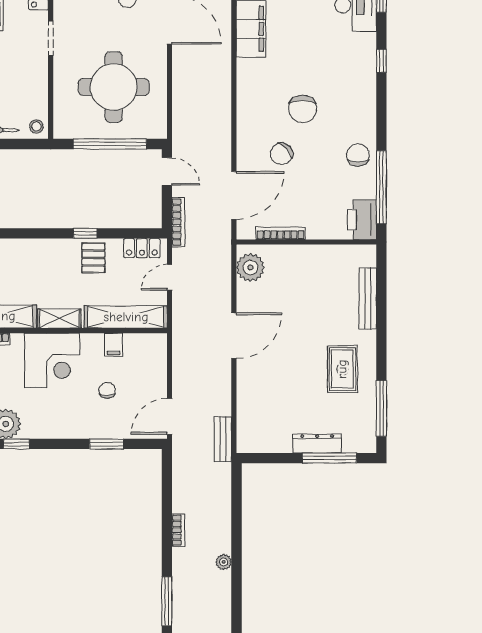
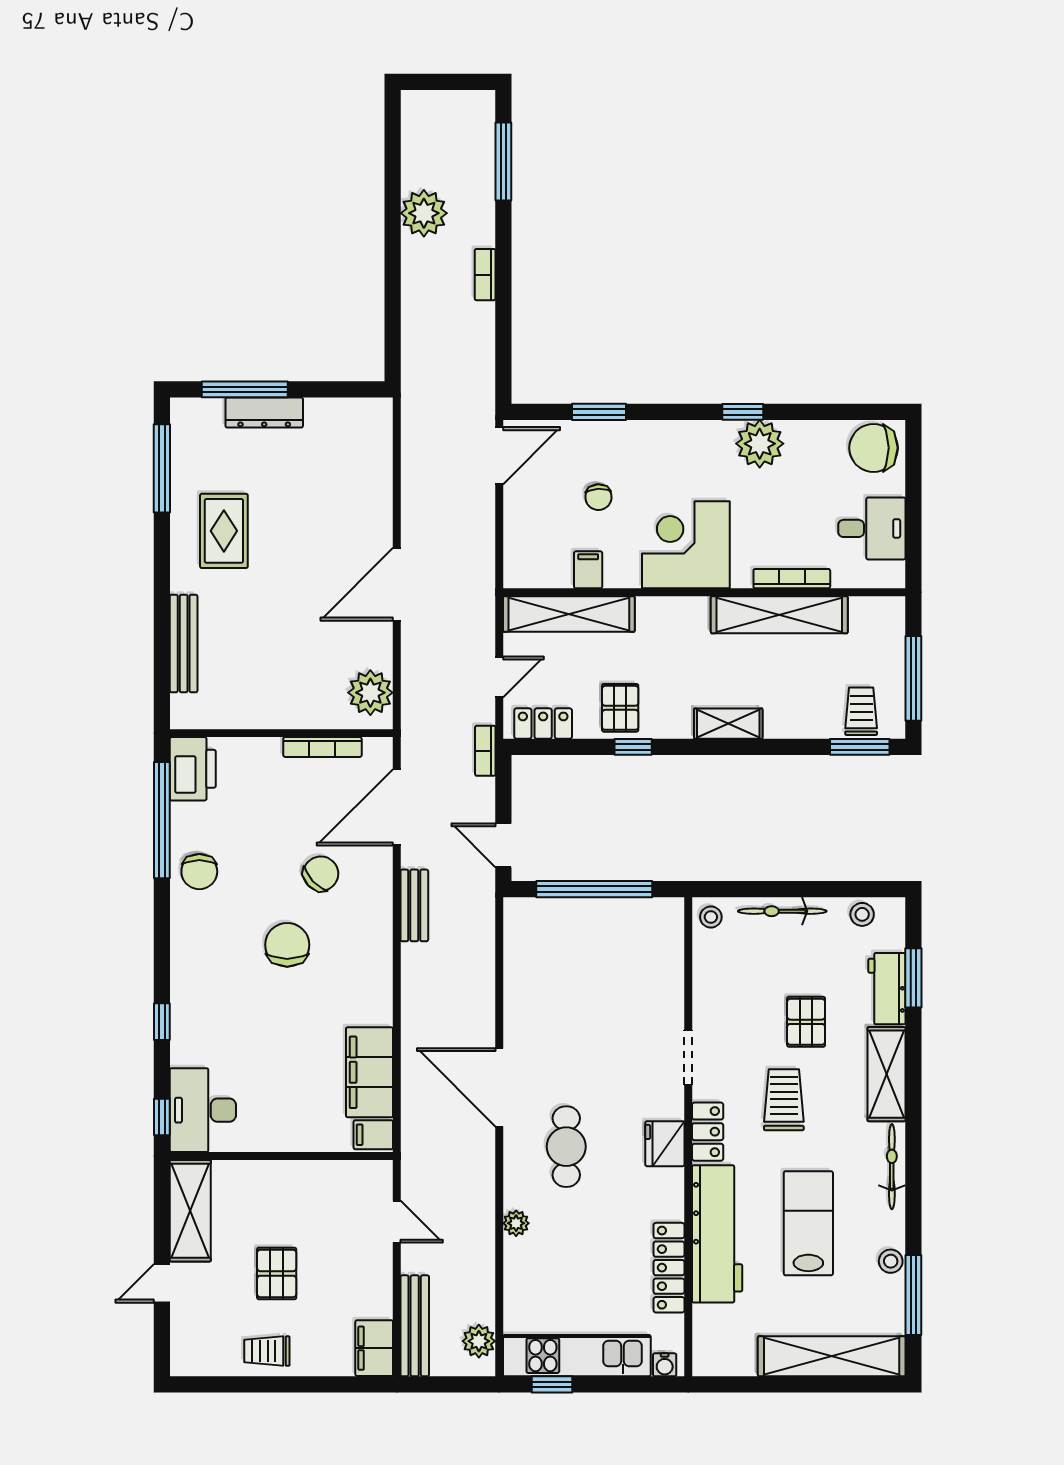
round table: (114, 87) -> (588, 980), removed
bookcase: (178, 222) -> (485, 751), width x0.64
shelving: (59, 319) -> (728, 724), moved
bench: (223, 439) -> (414, 905), moved
plant: (224, 562) -> (424, 213), width x1.88, depth x1.88

